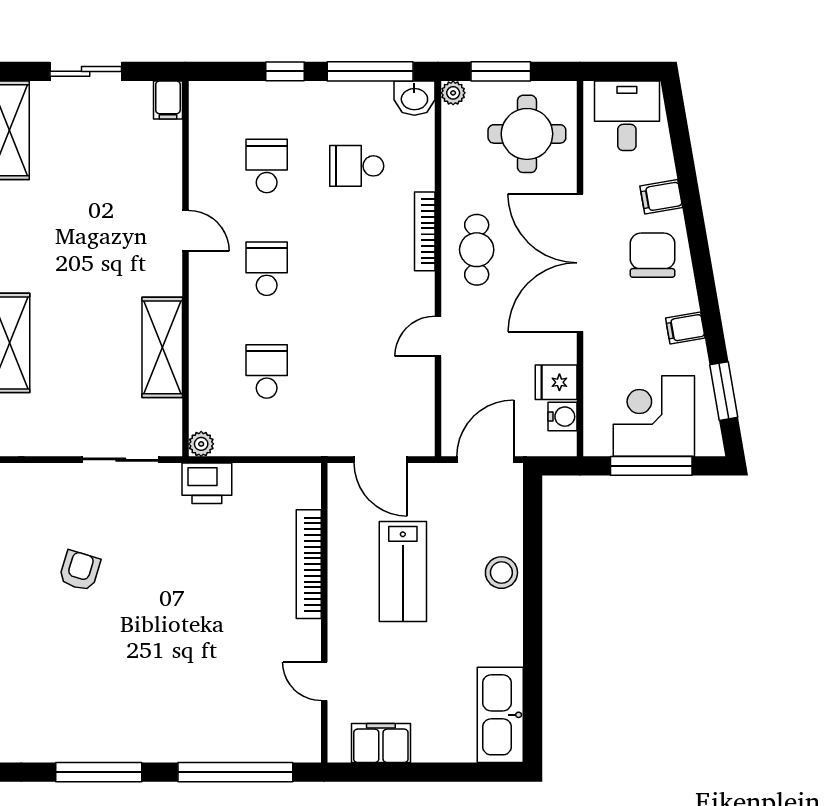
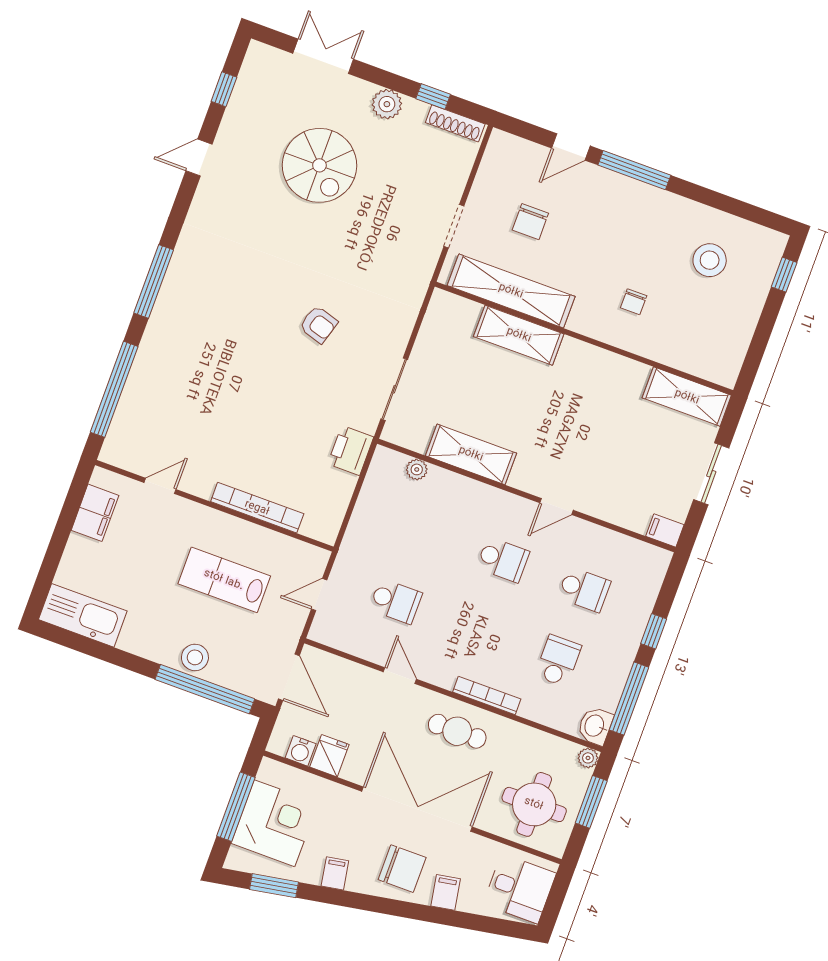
school desk: (267, 371) -> (396, 601), moved
plant: (201, 444) -> (417, 469), moved
door: (381, 460) -> (319, 594), width x0.73
window: (533, 548) -> (205, 689), added

